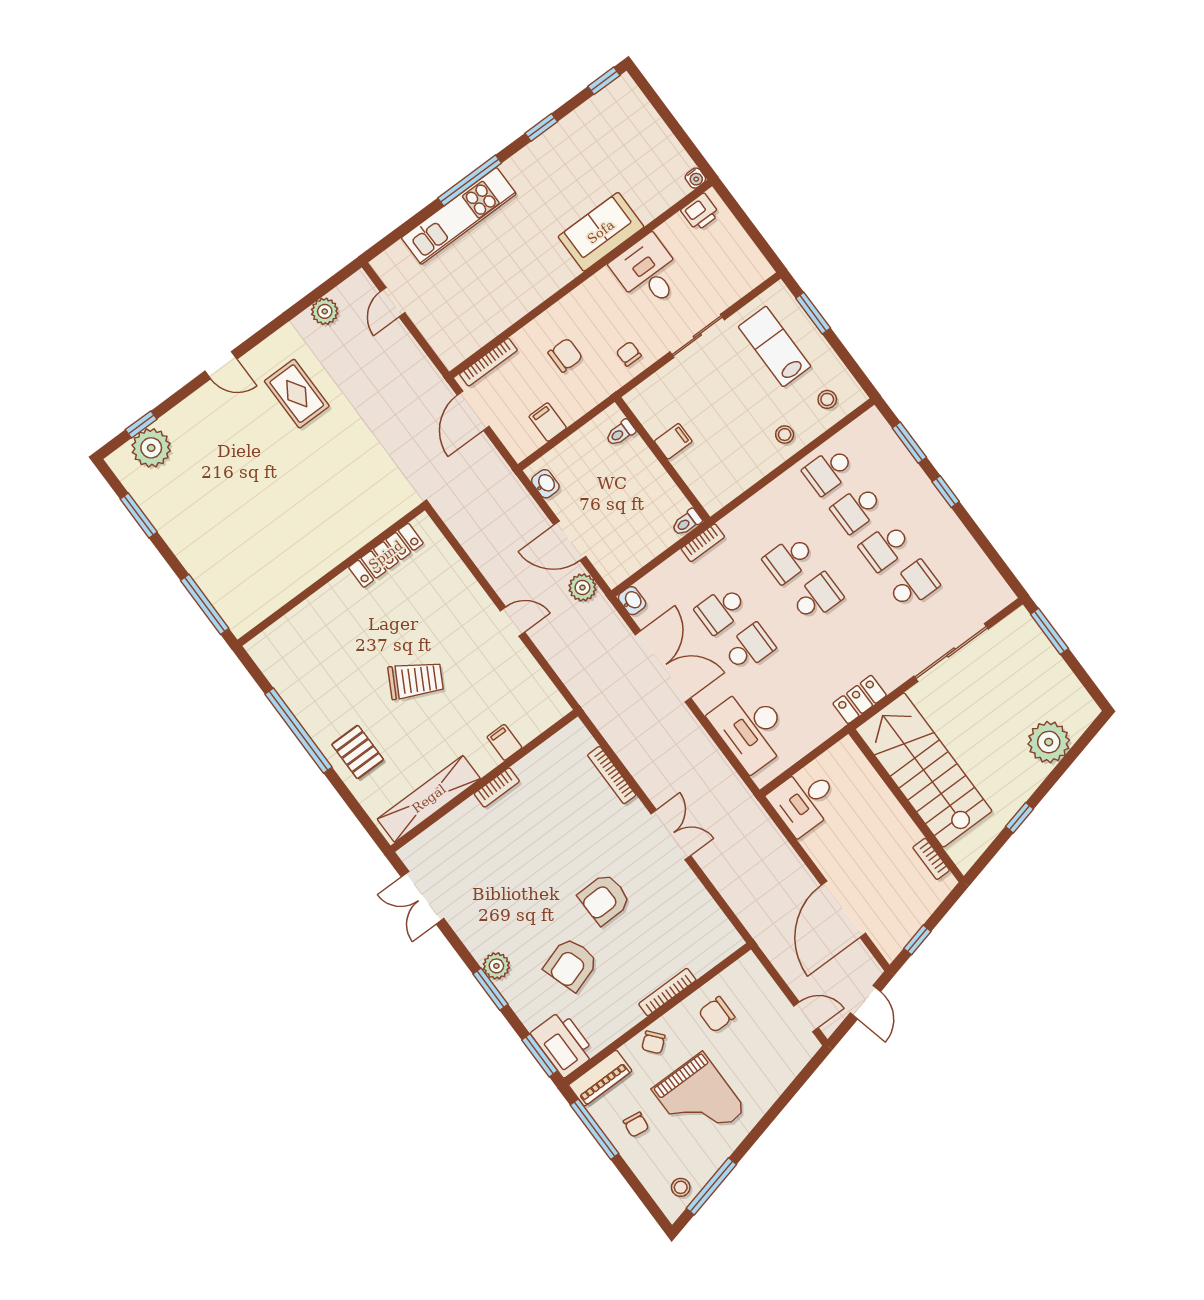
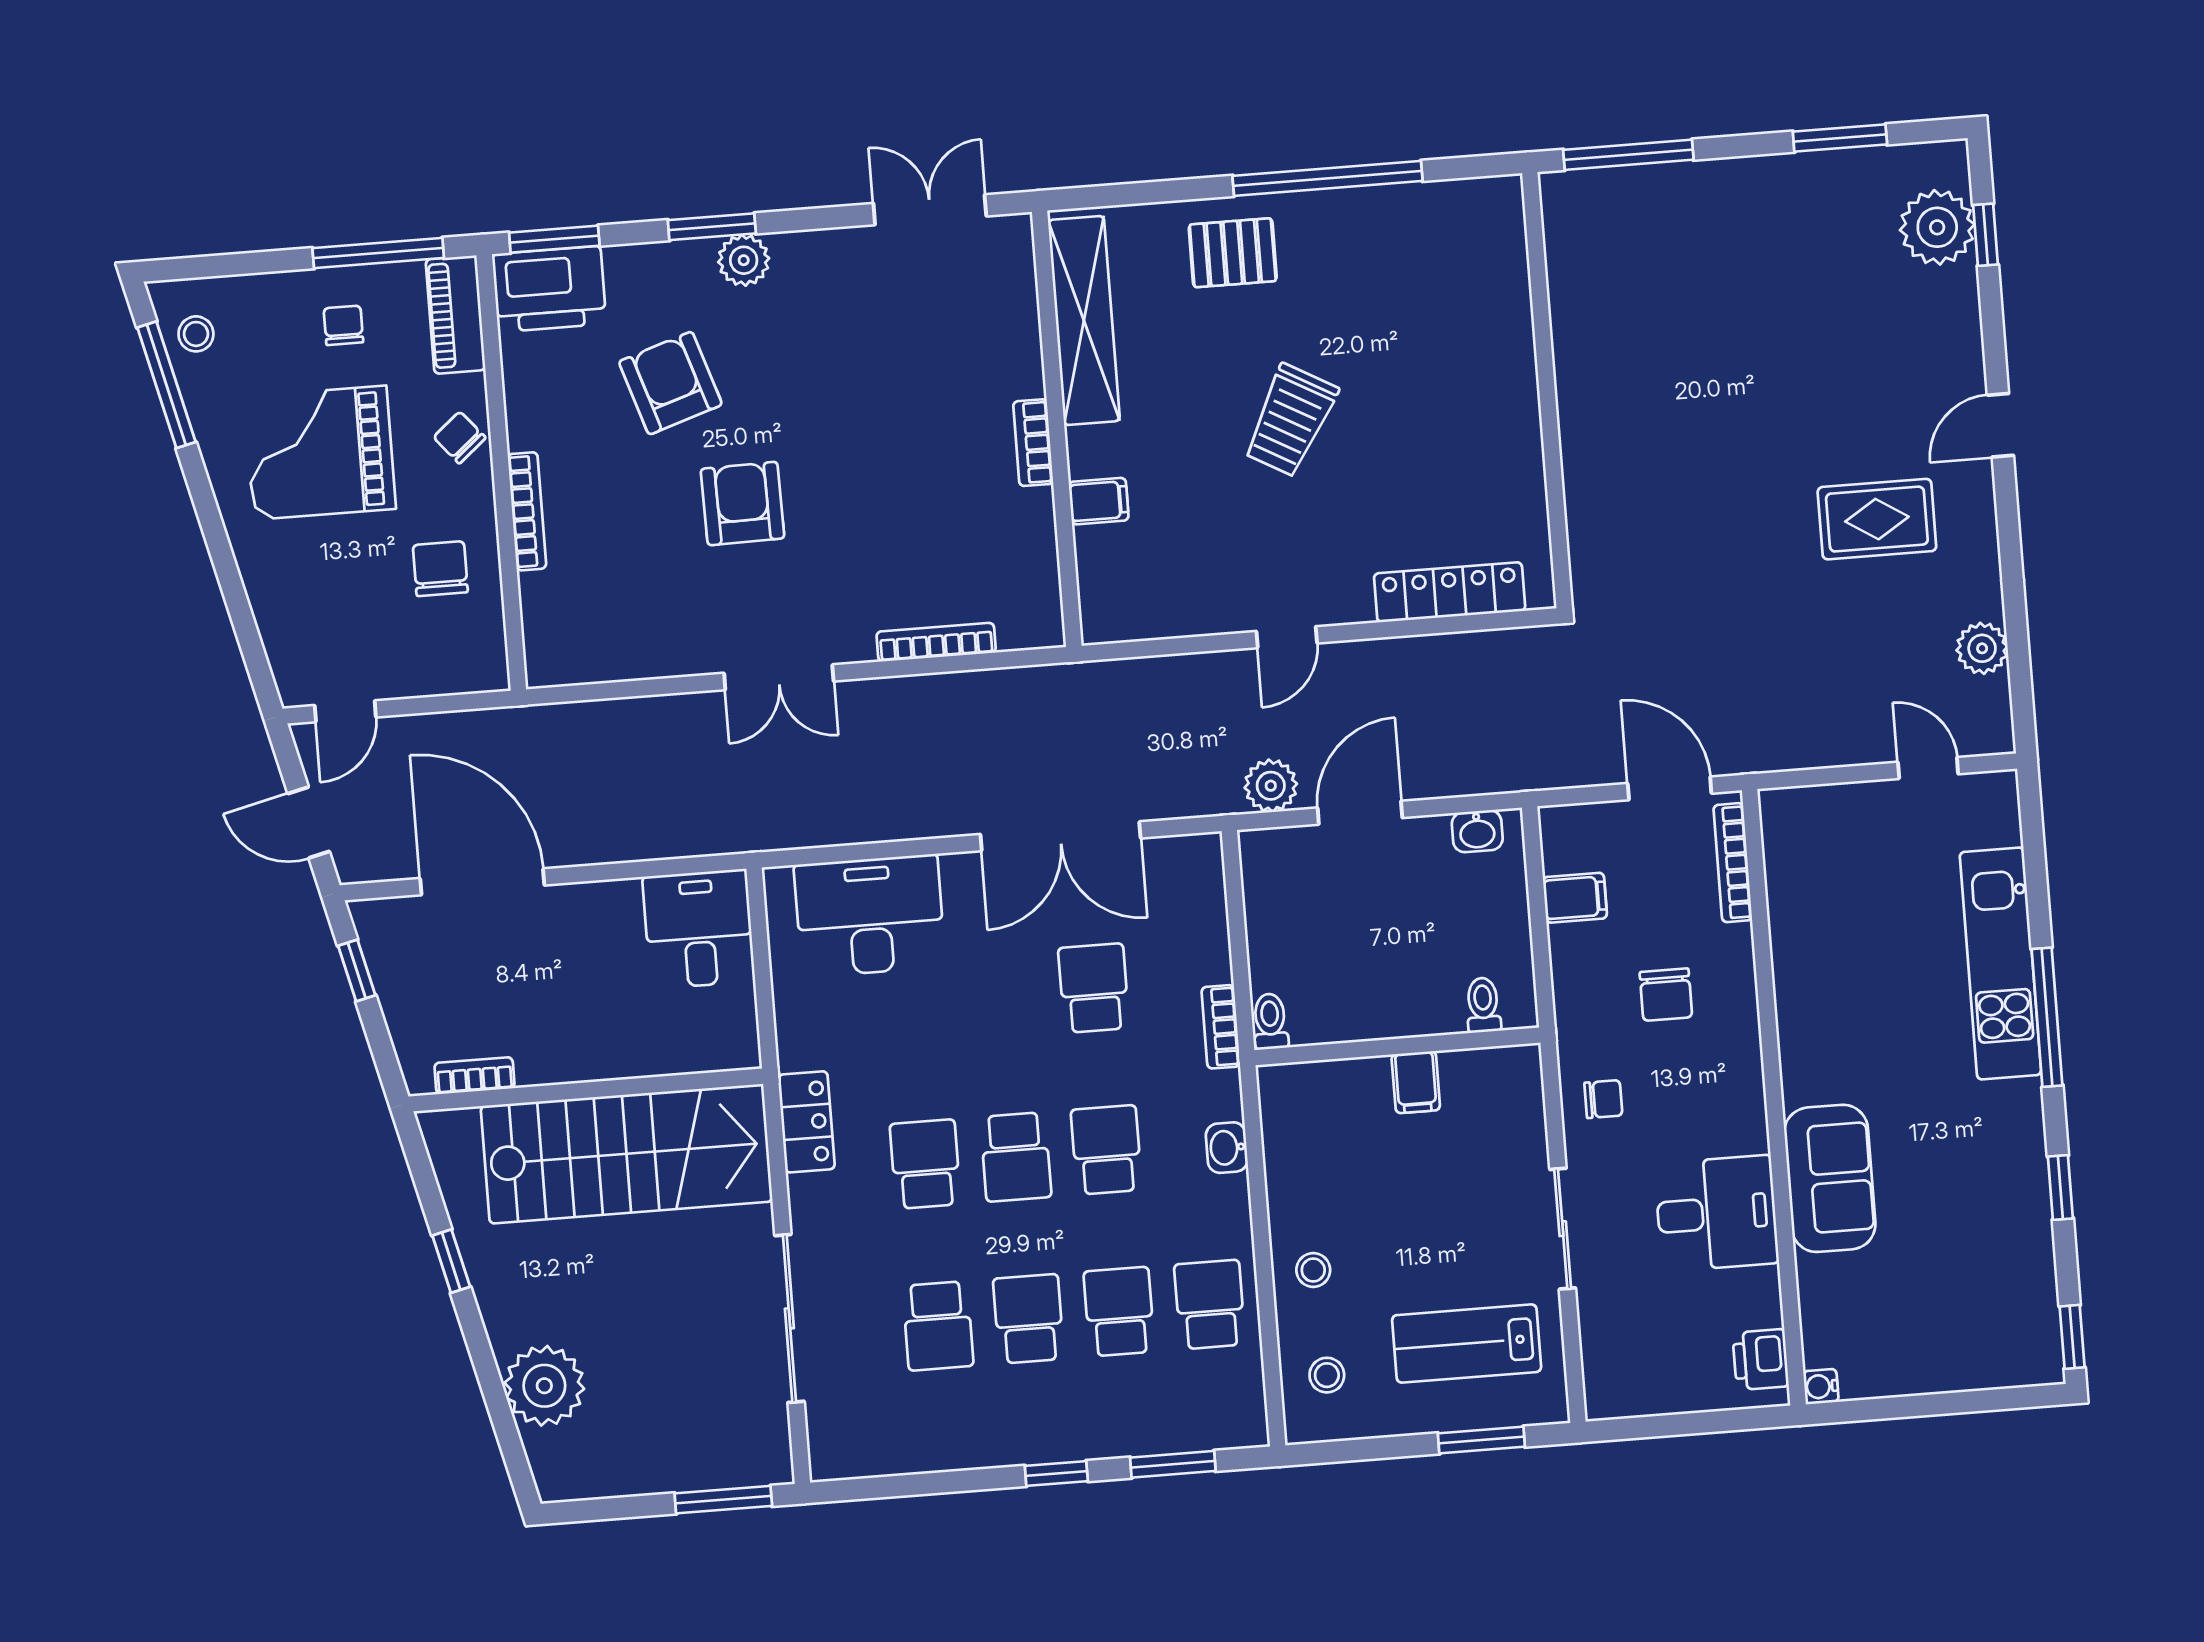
lab bench: (775, 346) -> (1467, 1344), turned 180
locker: (386, 555) -> (1450, 592), moved, turned 90
washbasin: (632, 601) -> (1227, 1148), moved, turned 90
school desk: (749, 648) -> (925, 1164), moved, turned 180
chair: (636, 1125) -> (343, 325), turned 82

